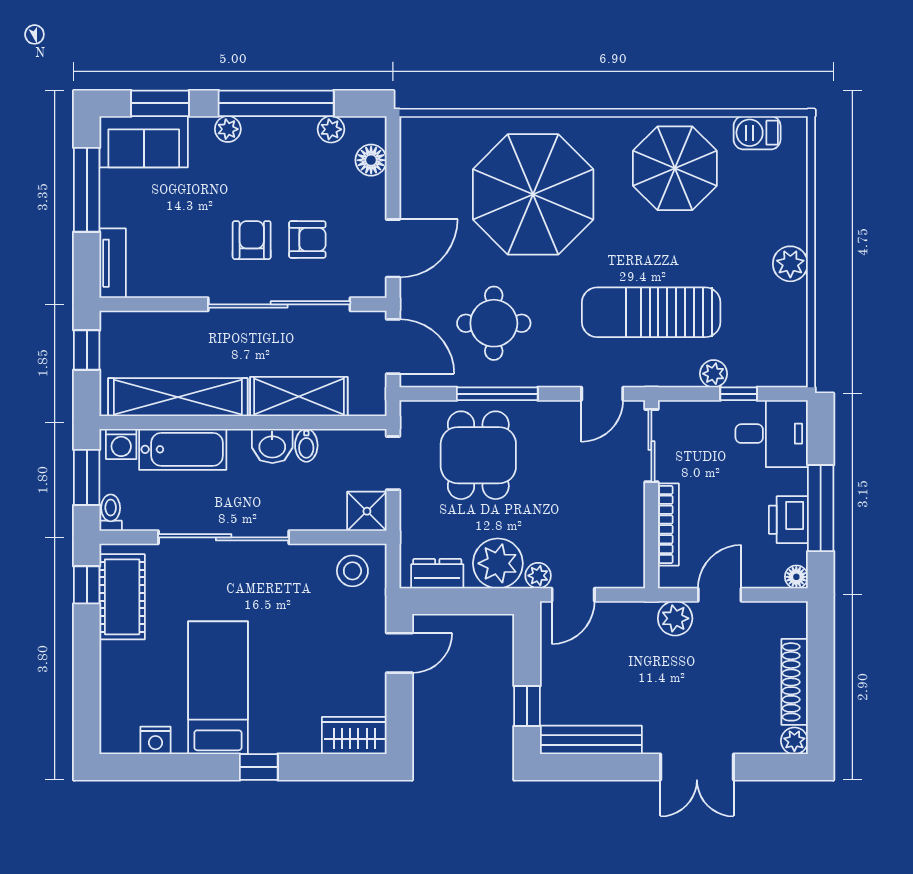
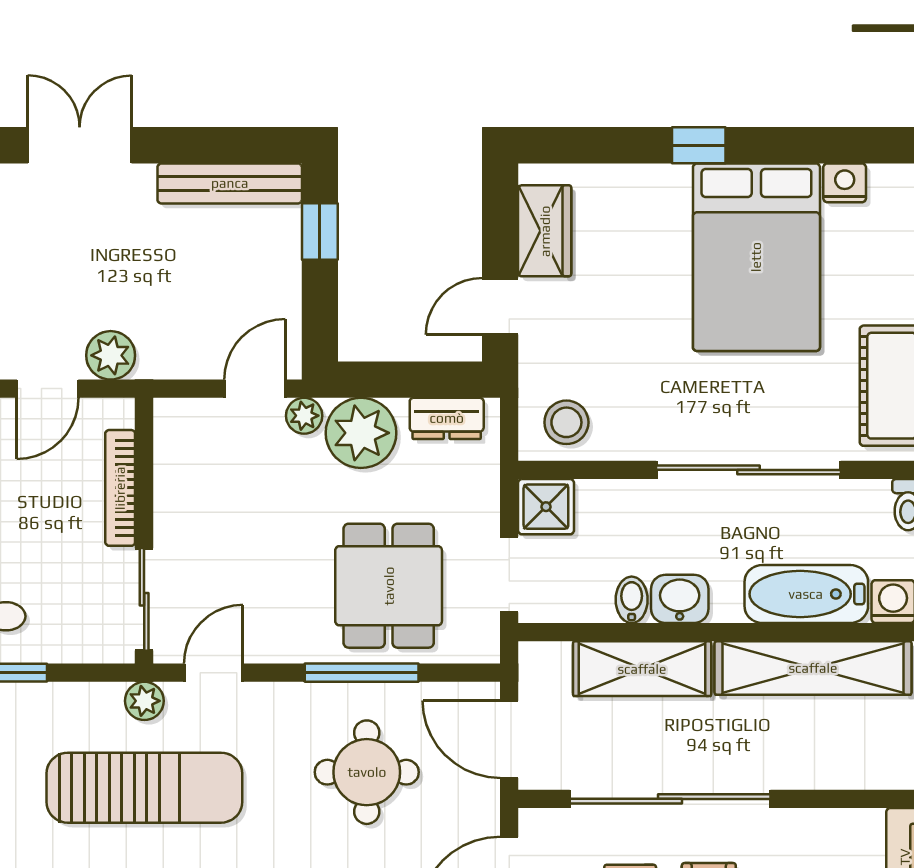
plant: (714, 374) -> (144, 701), moved
bed: (218, 688) -> (756, 257), width x1.50
wardrobe: (354, 736) -> (545, 231), moved, turned -90

